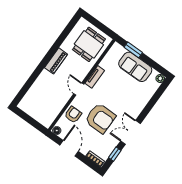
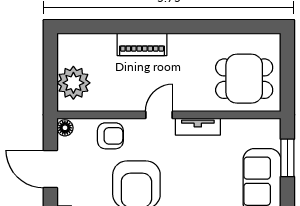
piano: (56, 61) -> (142, 44), moved
plant: (41, 114) -> (73, 83), added
door: (69, 148) -> (50, 169), swing flipped

